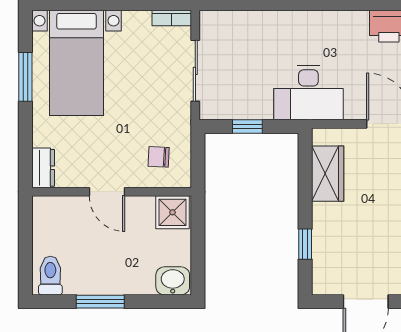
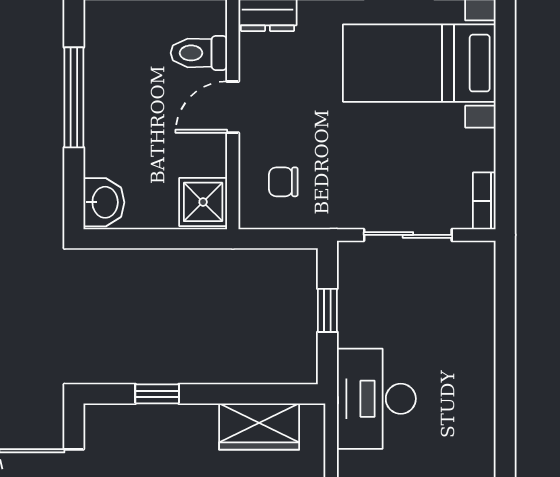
chair: (159, 157) -> (283, 182), turned -93
toilet: (50, 276) -> (199, 53), moved, turned 180
window: (100, 302) -> (74, 97), width x1.44

